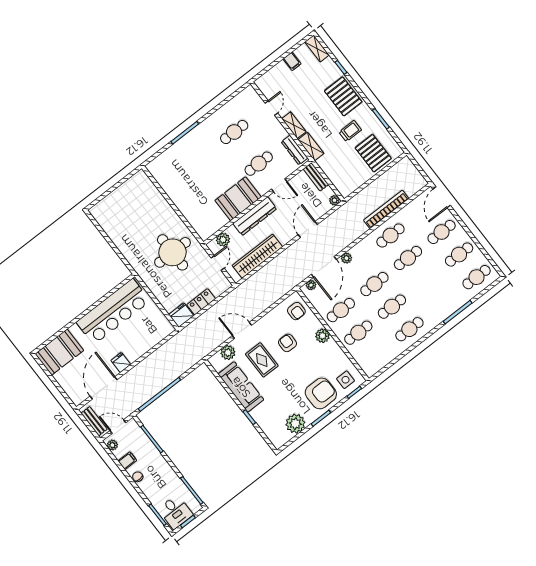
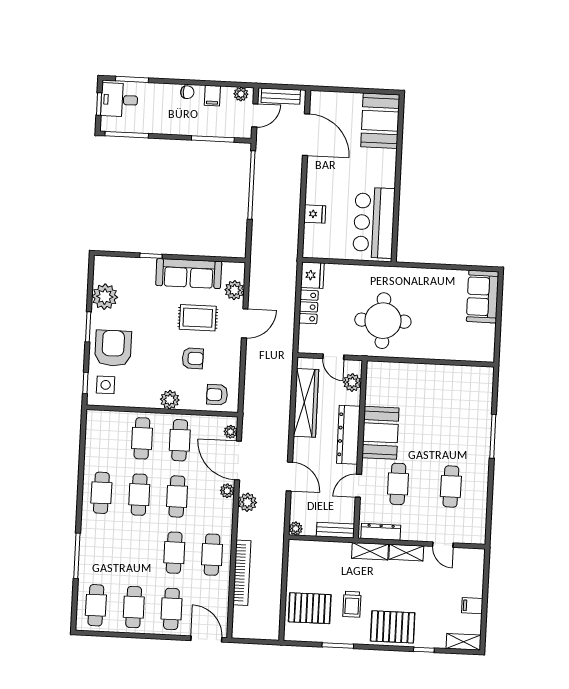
sofa: (110, 207) -> (483, 297), added
plant: (343, 241) -> (247, 502), added
bar counter: (113, 312) -> (374, 223), width x0.73
fridge: (121, 362) -> (315, 214), moved
armchair: (321, 393) -> (113, 348), turned 180

